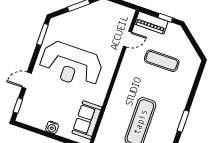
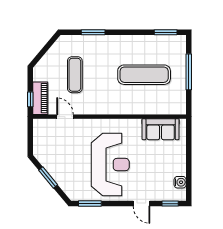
window: (165, 18) -> (30, 99), moved
window: (183, 121) -> (93, 32), moved
water cooler: (52, 127) -> (180, 182), moved

